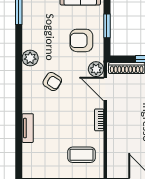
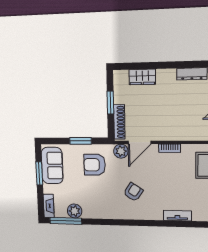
armchair: (81, 40) -> (95, 165), turned 90
plant: (30, 58) -> (75, 211), moved

